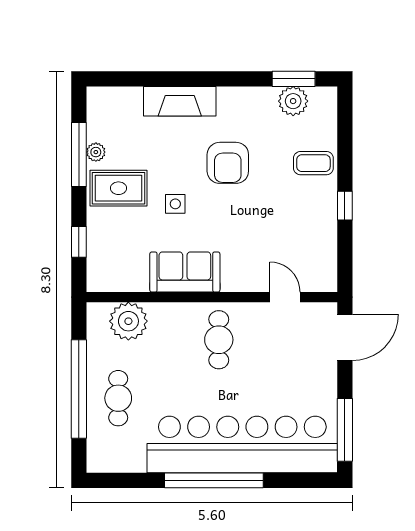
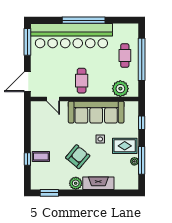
plant: (293, 101) -> (76, 183), moved
armchair: (228, 163) -> (78, 157), turned 40
window: (345, 206) -> (27, 159), moved
sofa: (185, 272) -> (96, 112), width x1.85, depth x1.27

